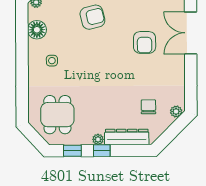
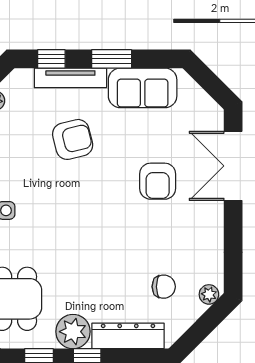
chair: (148, 107) -> (164, 287), turned 90
plant: (98, 139) -> (73, 332), width x1.88, depth x1.88

